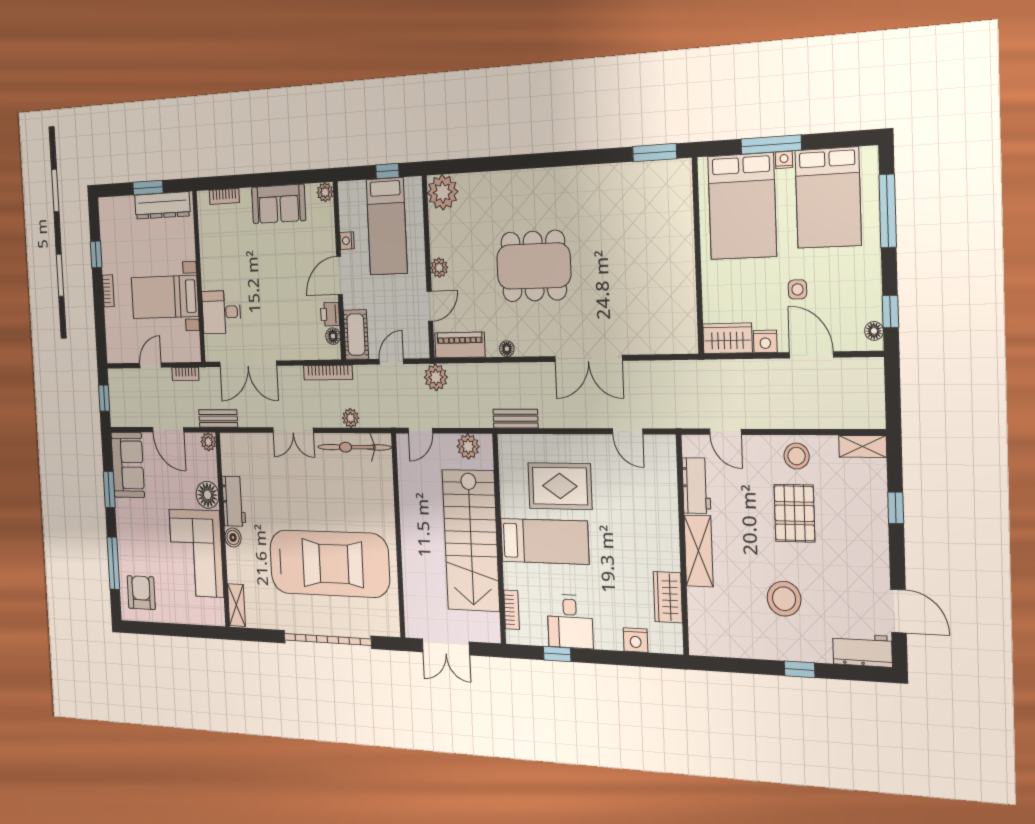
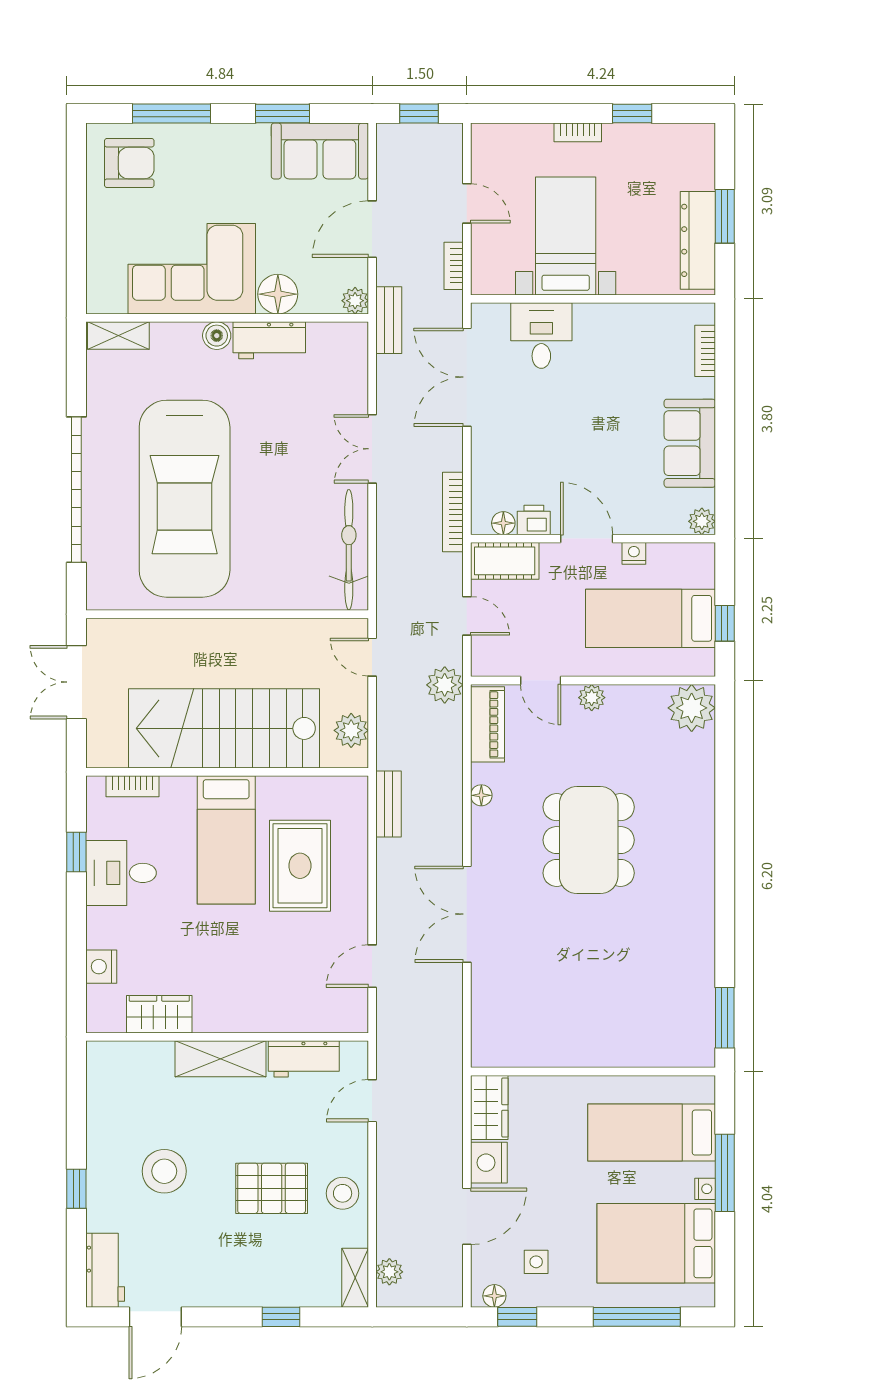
bed: (742, 206) -> (652, 1133), width x0.67
side table: (797, 289) -> (536, 1262), moved
nightstand: (765, 341) -> (489, 1163), width x1.36, depth x1.33
plant: (351, 418) -> (389, 1272), moved

